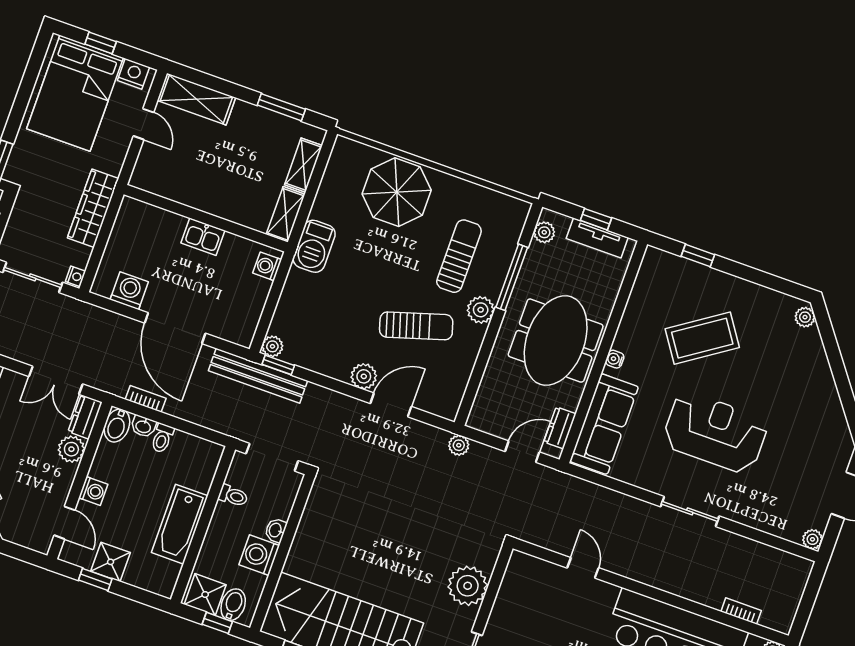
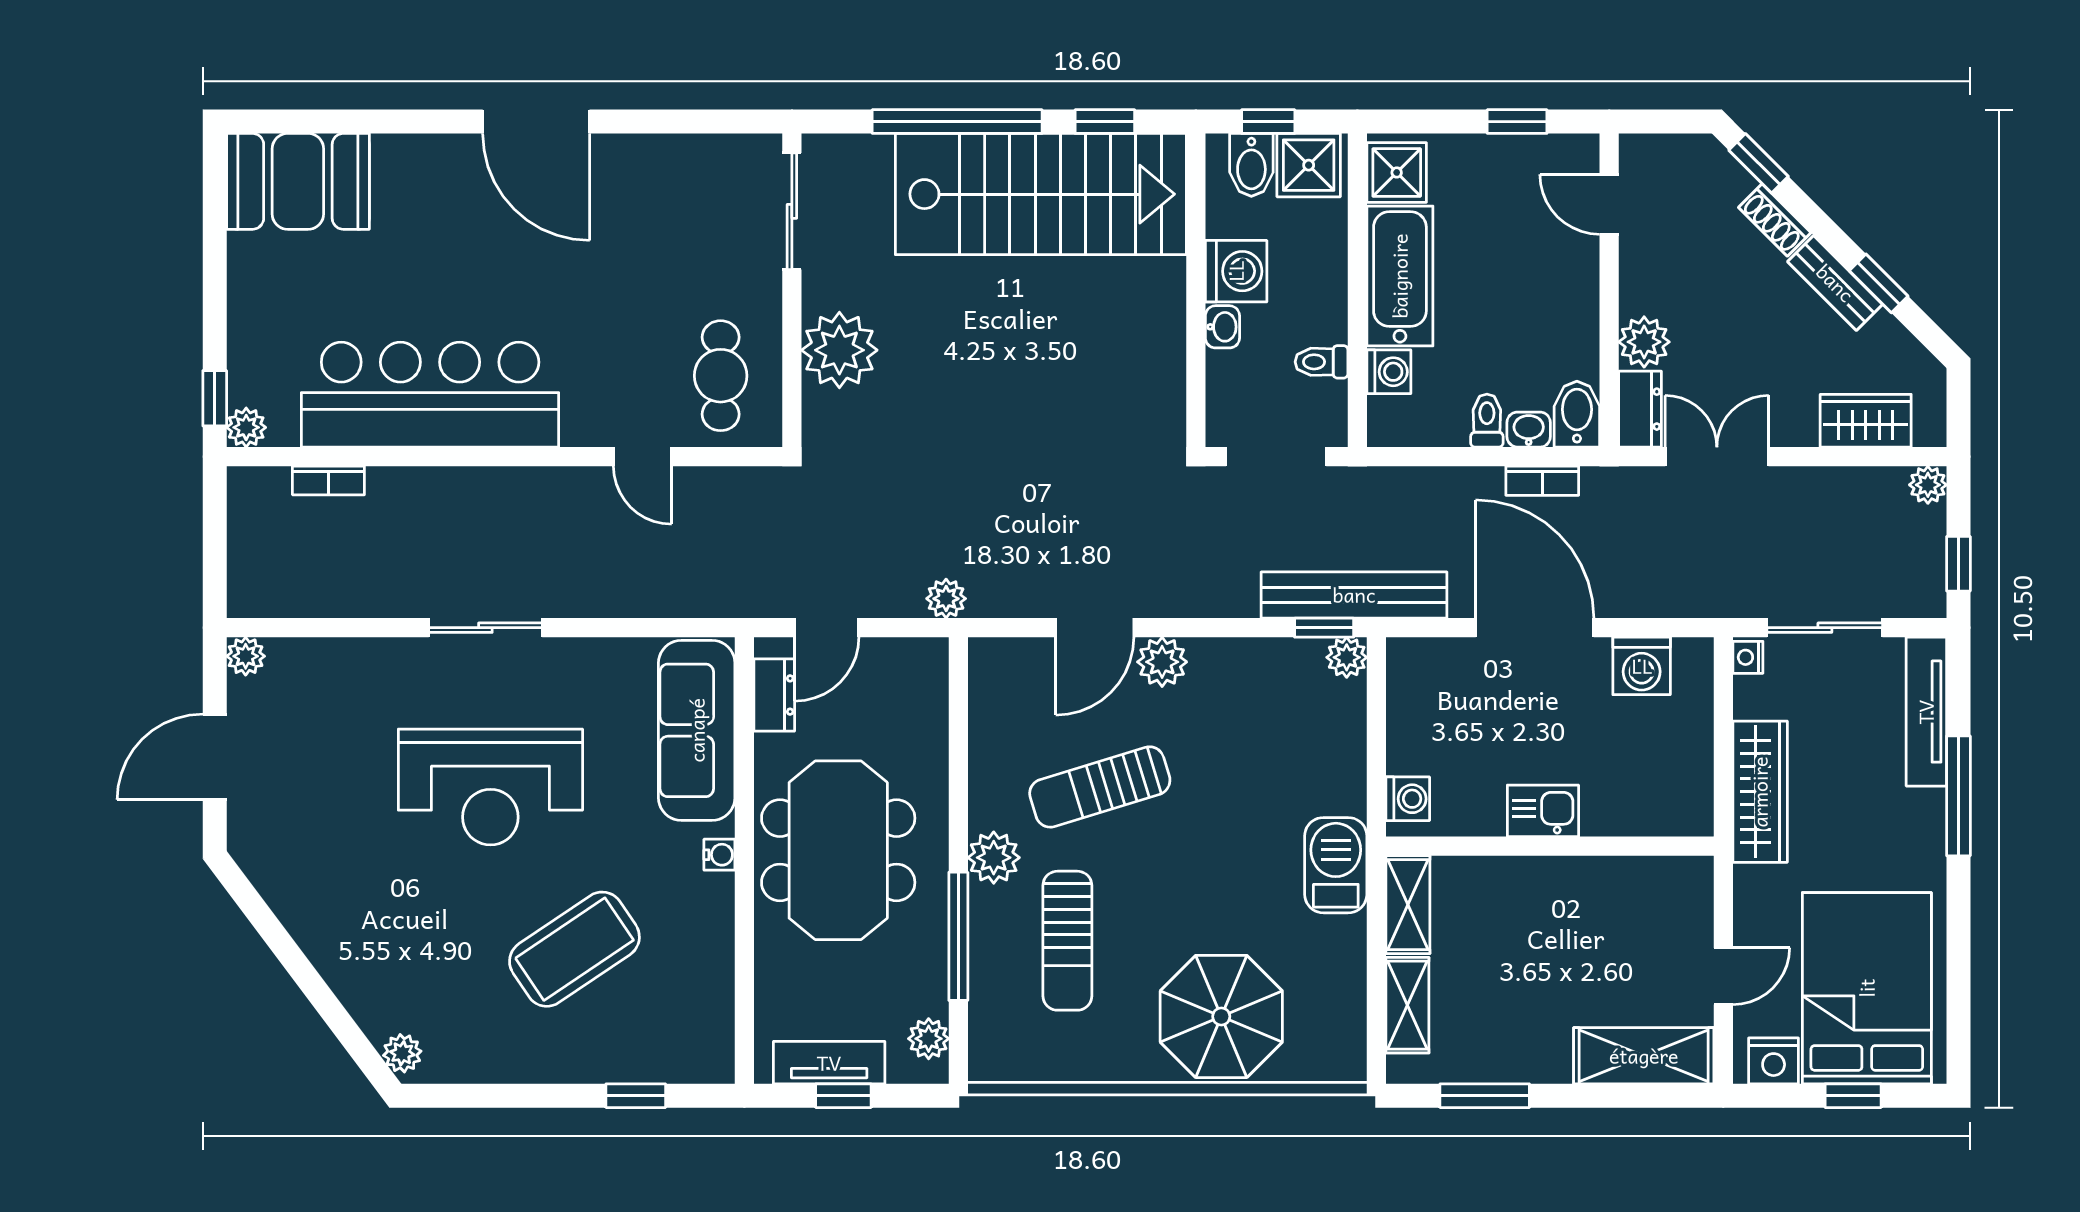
door: (143, 124) -> (1723, 976), swing flipped
washing machine: (93, 491) -> (1389, 372), moved, turned 180
shower: (111, 562) -> (1397, 172), moved
cafe table: (530, 594) -> (721, 376), added

